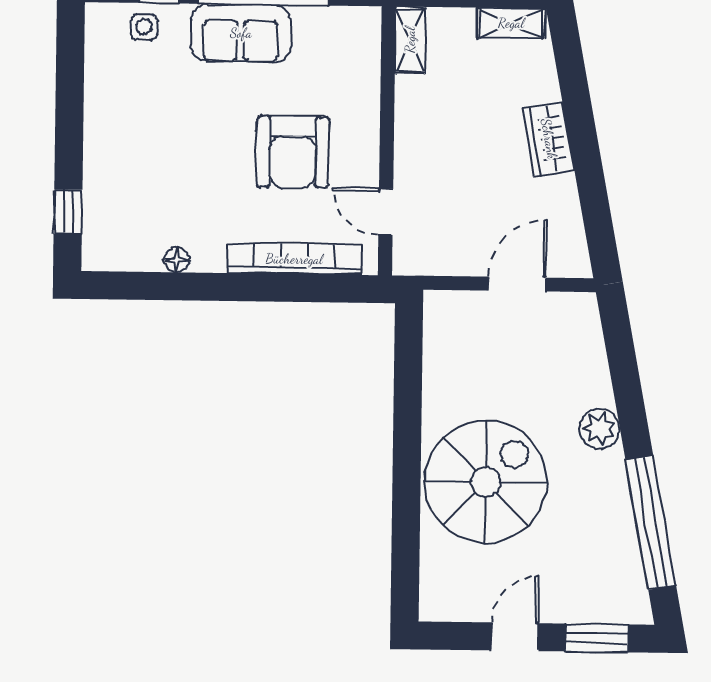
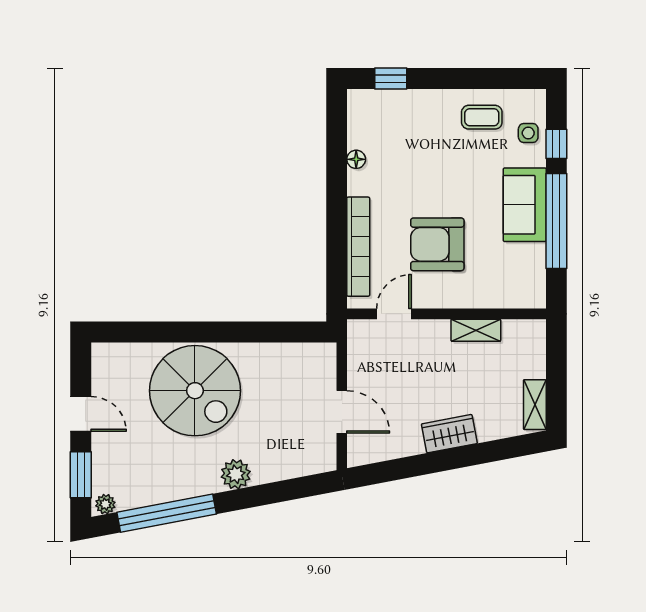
shelving: (410, 40) -> (476, 330), moved
coffee table: (122, 89) -> (482, 117), added
plant: (637, 605) -> (105, 504), added

